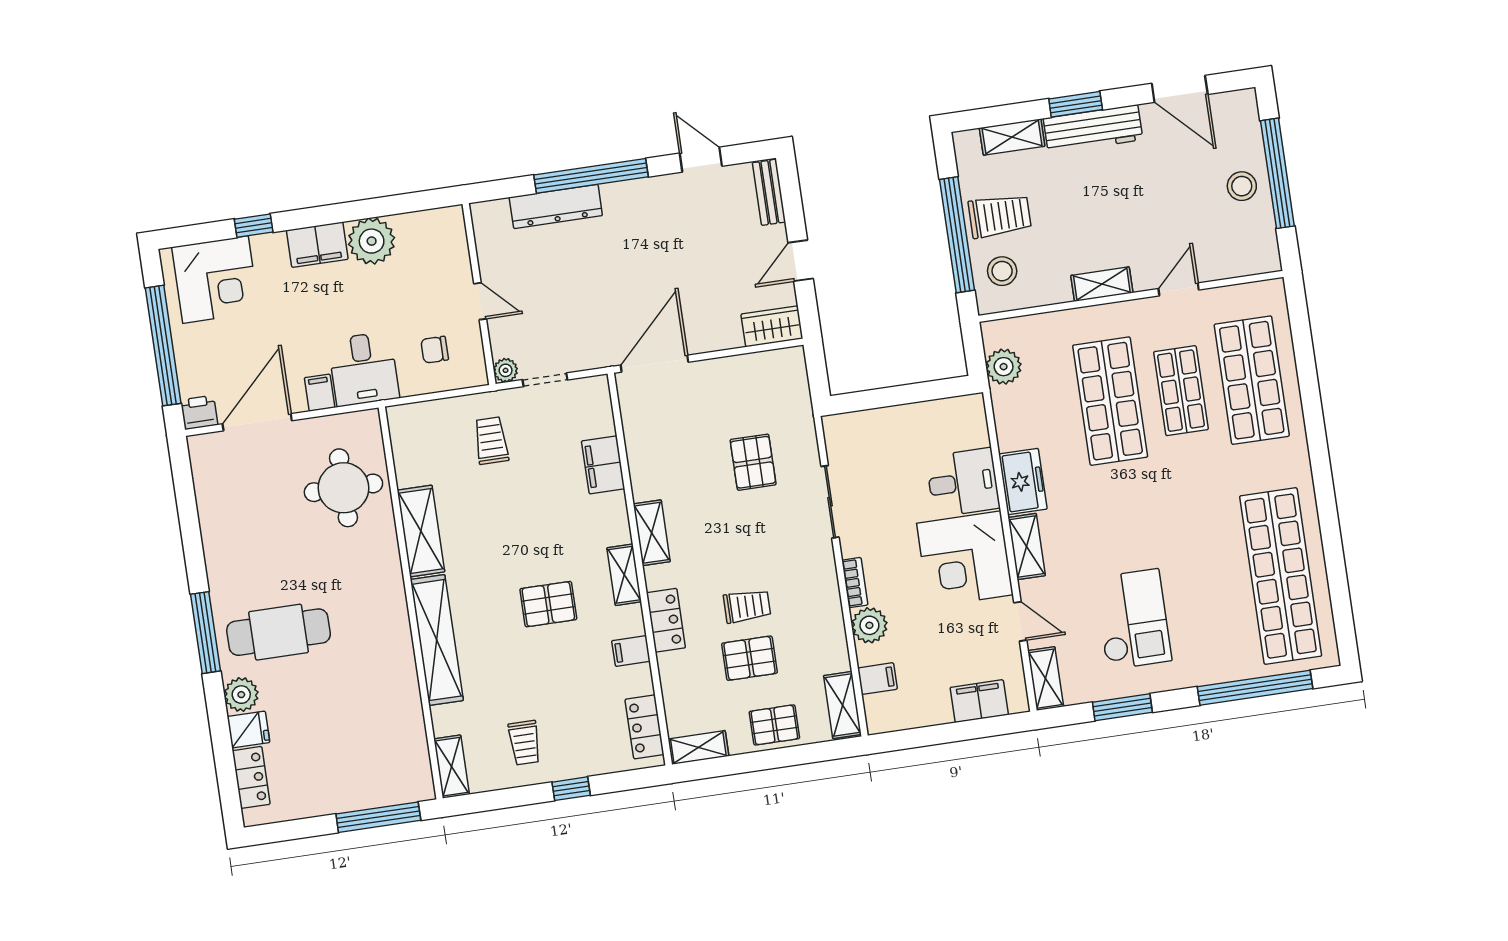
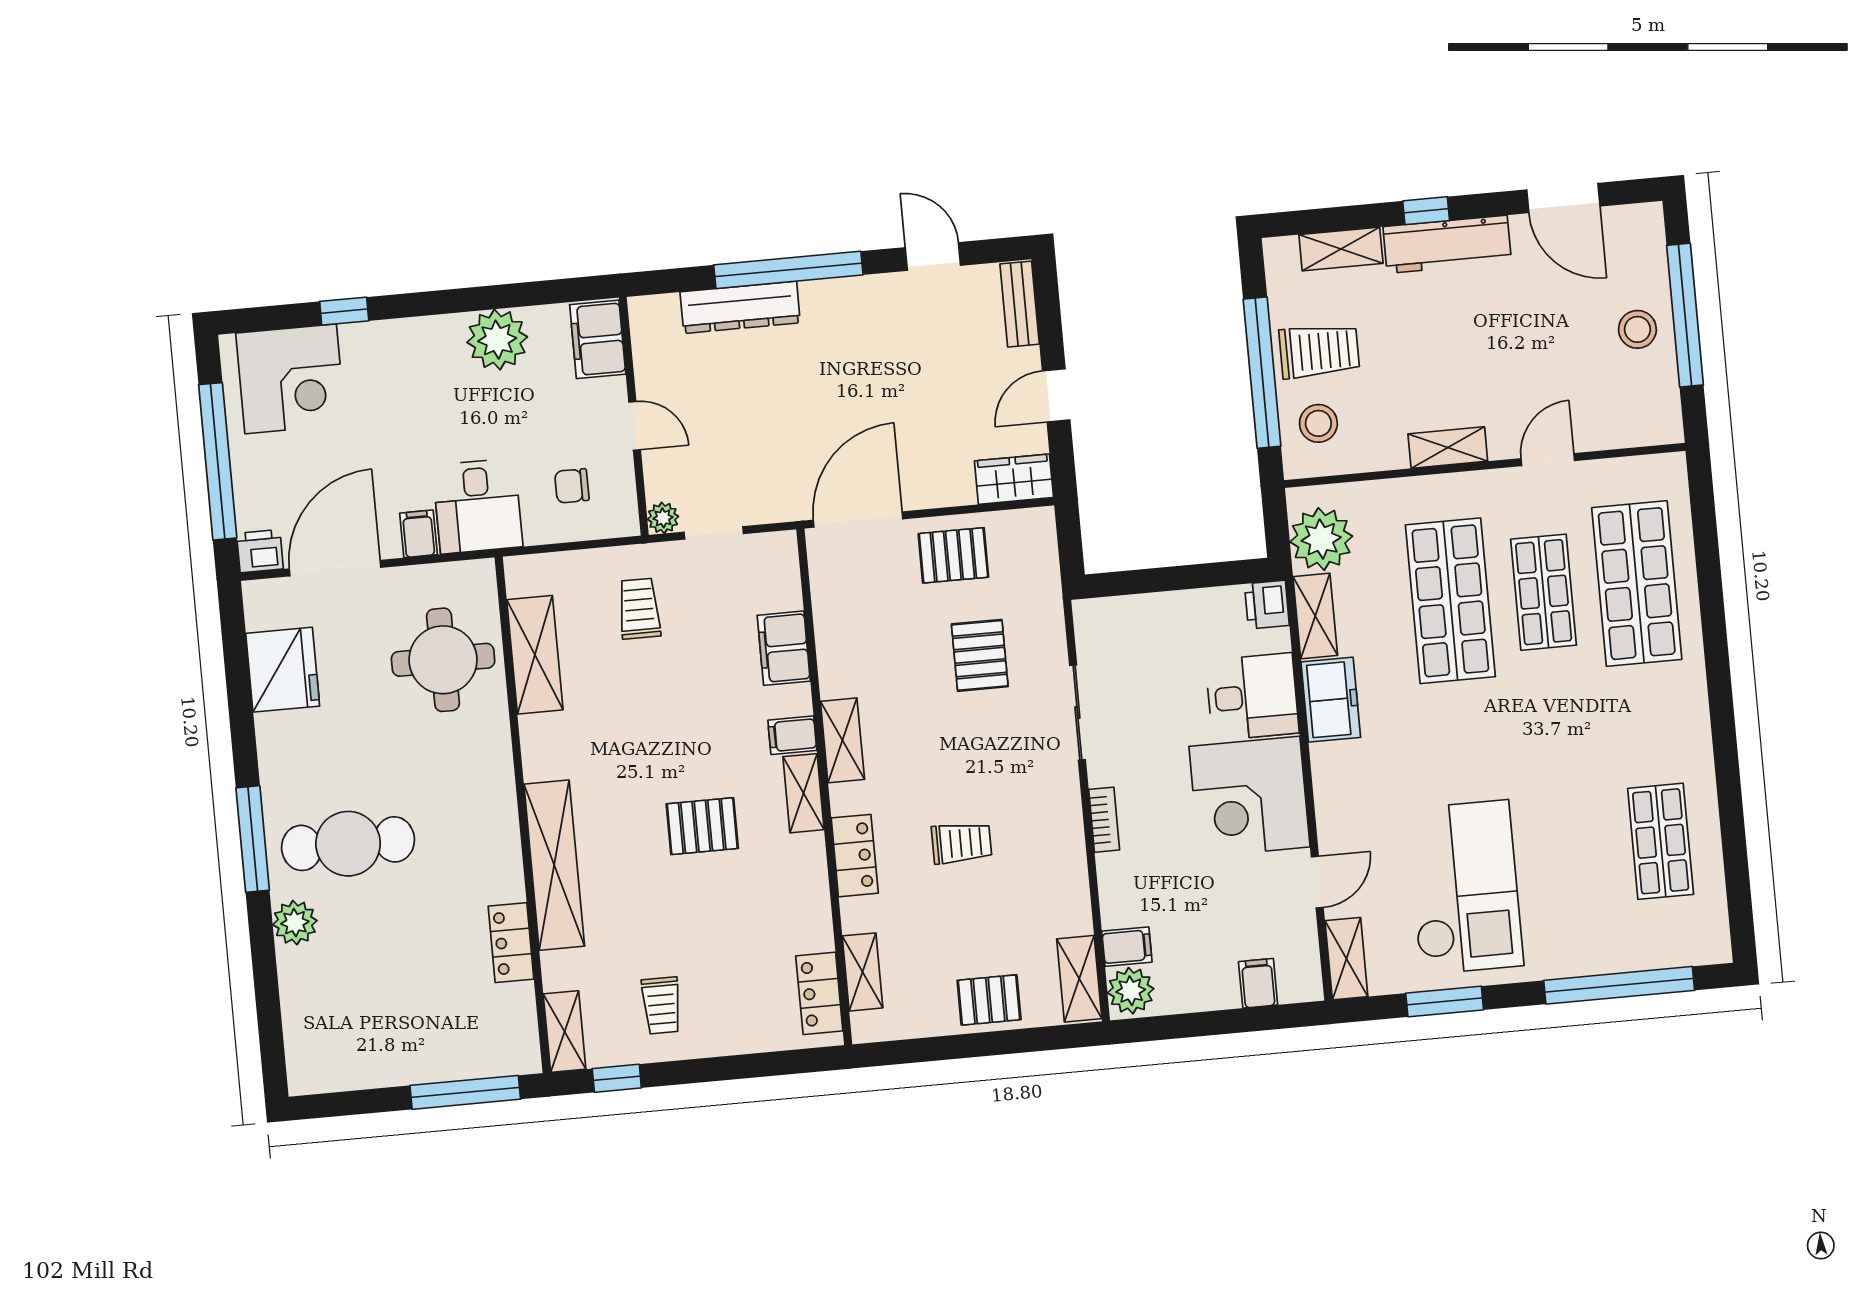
window: (1076, 104) -> (1426, 211), width x0.67
filing cabinet: (317, 245) -> (598, 339), moved, turned 90
plant: (1004, 367) -> (1321, 539), width x1.36, depth x1.36
printer: (970, 412) -> (1267, 605), added
shelving: (421, 531) -> (535, 655), moved
shelving: (1027, 547) -> (1315, 616), moved
shop shelf: (1281, 576) -> (1661, 841), width x0.50, depth x0.74
checkout: (1133, 619) -> (1465, 887), width x1.36, depth x1.21
door: (1020, 621) -> (1317, 882), hinge flipped
plant: (869, 625) -> (1131, 991), moved
filing cabinet: (631, 651) -> (792, 735), moved
pallet: (749, 658) -> (953, 555), moved
filing cabinet: (979, 701) -> (1258, 983), width x0.50
fridge: (248, 729) -> (283, 670), moved, width x1.88, depth x1.34
shelving: (698, 748) -> (862, 972), moved, turned 90
locker: (251, 777) -> (511, 943), moved, turned 180
window: (571, 789) -> (617, 1078), moved

